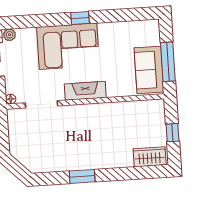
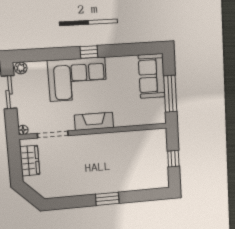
sofa: (149, 70) -> (152, 76), moved
wardrobe: (150, 157) -> (30, 161), moved, turned 90
window: (82, 176) -> (107, 199), moved

